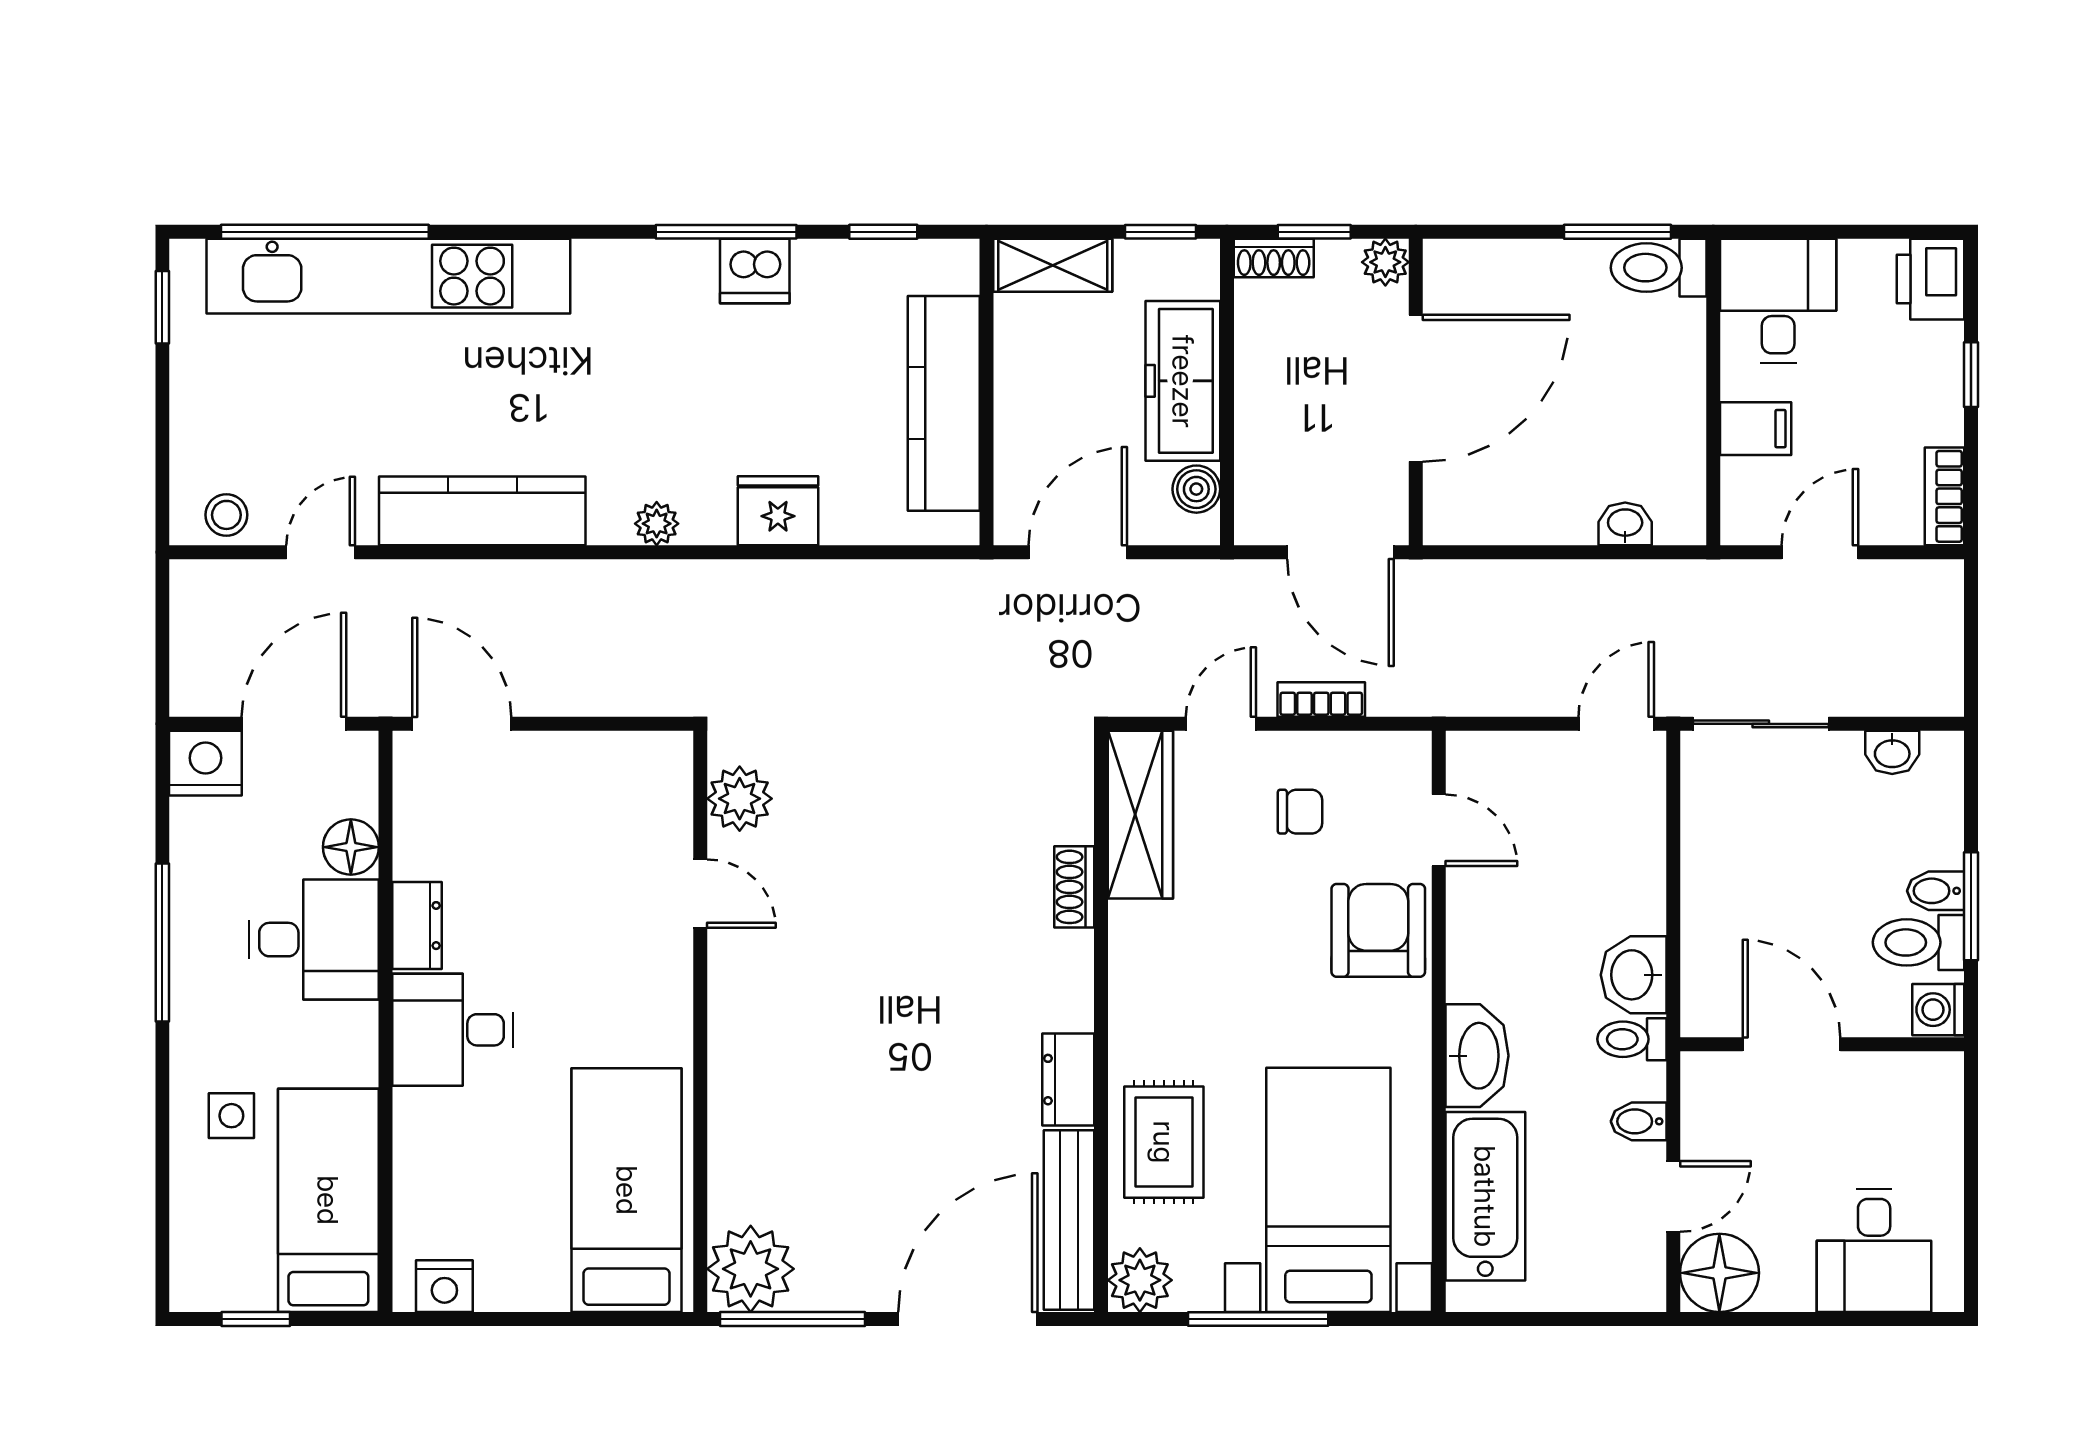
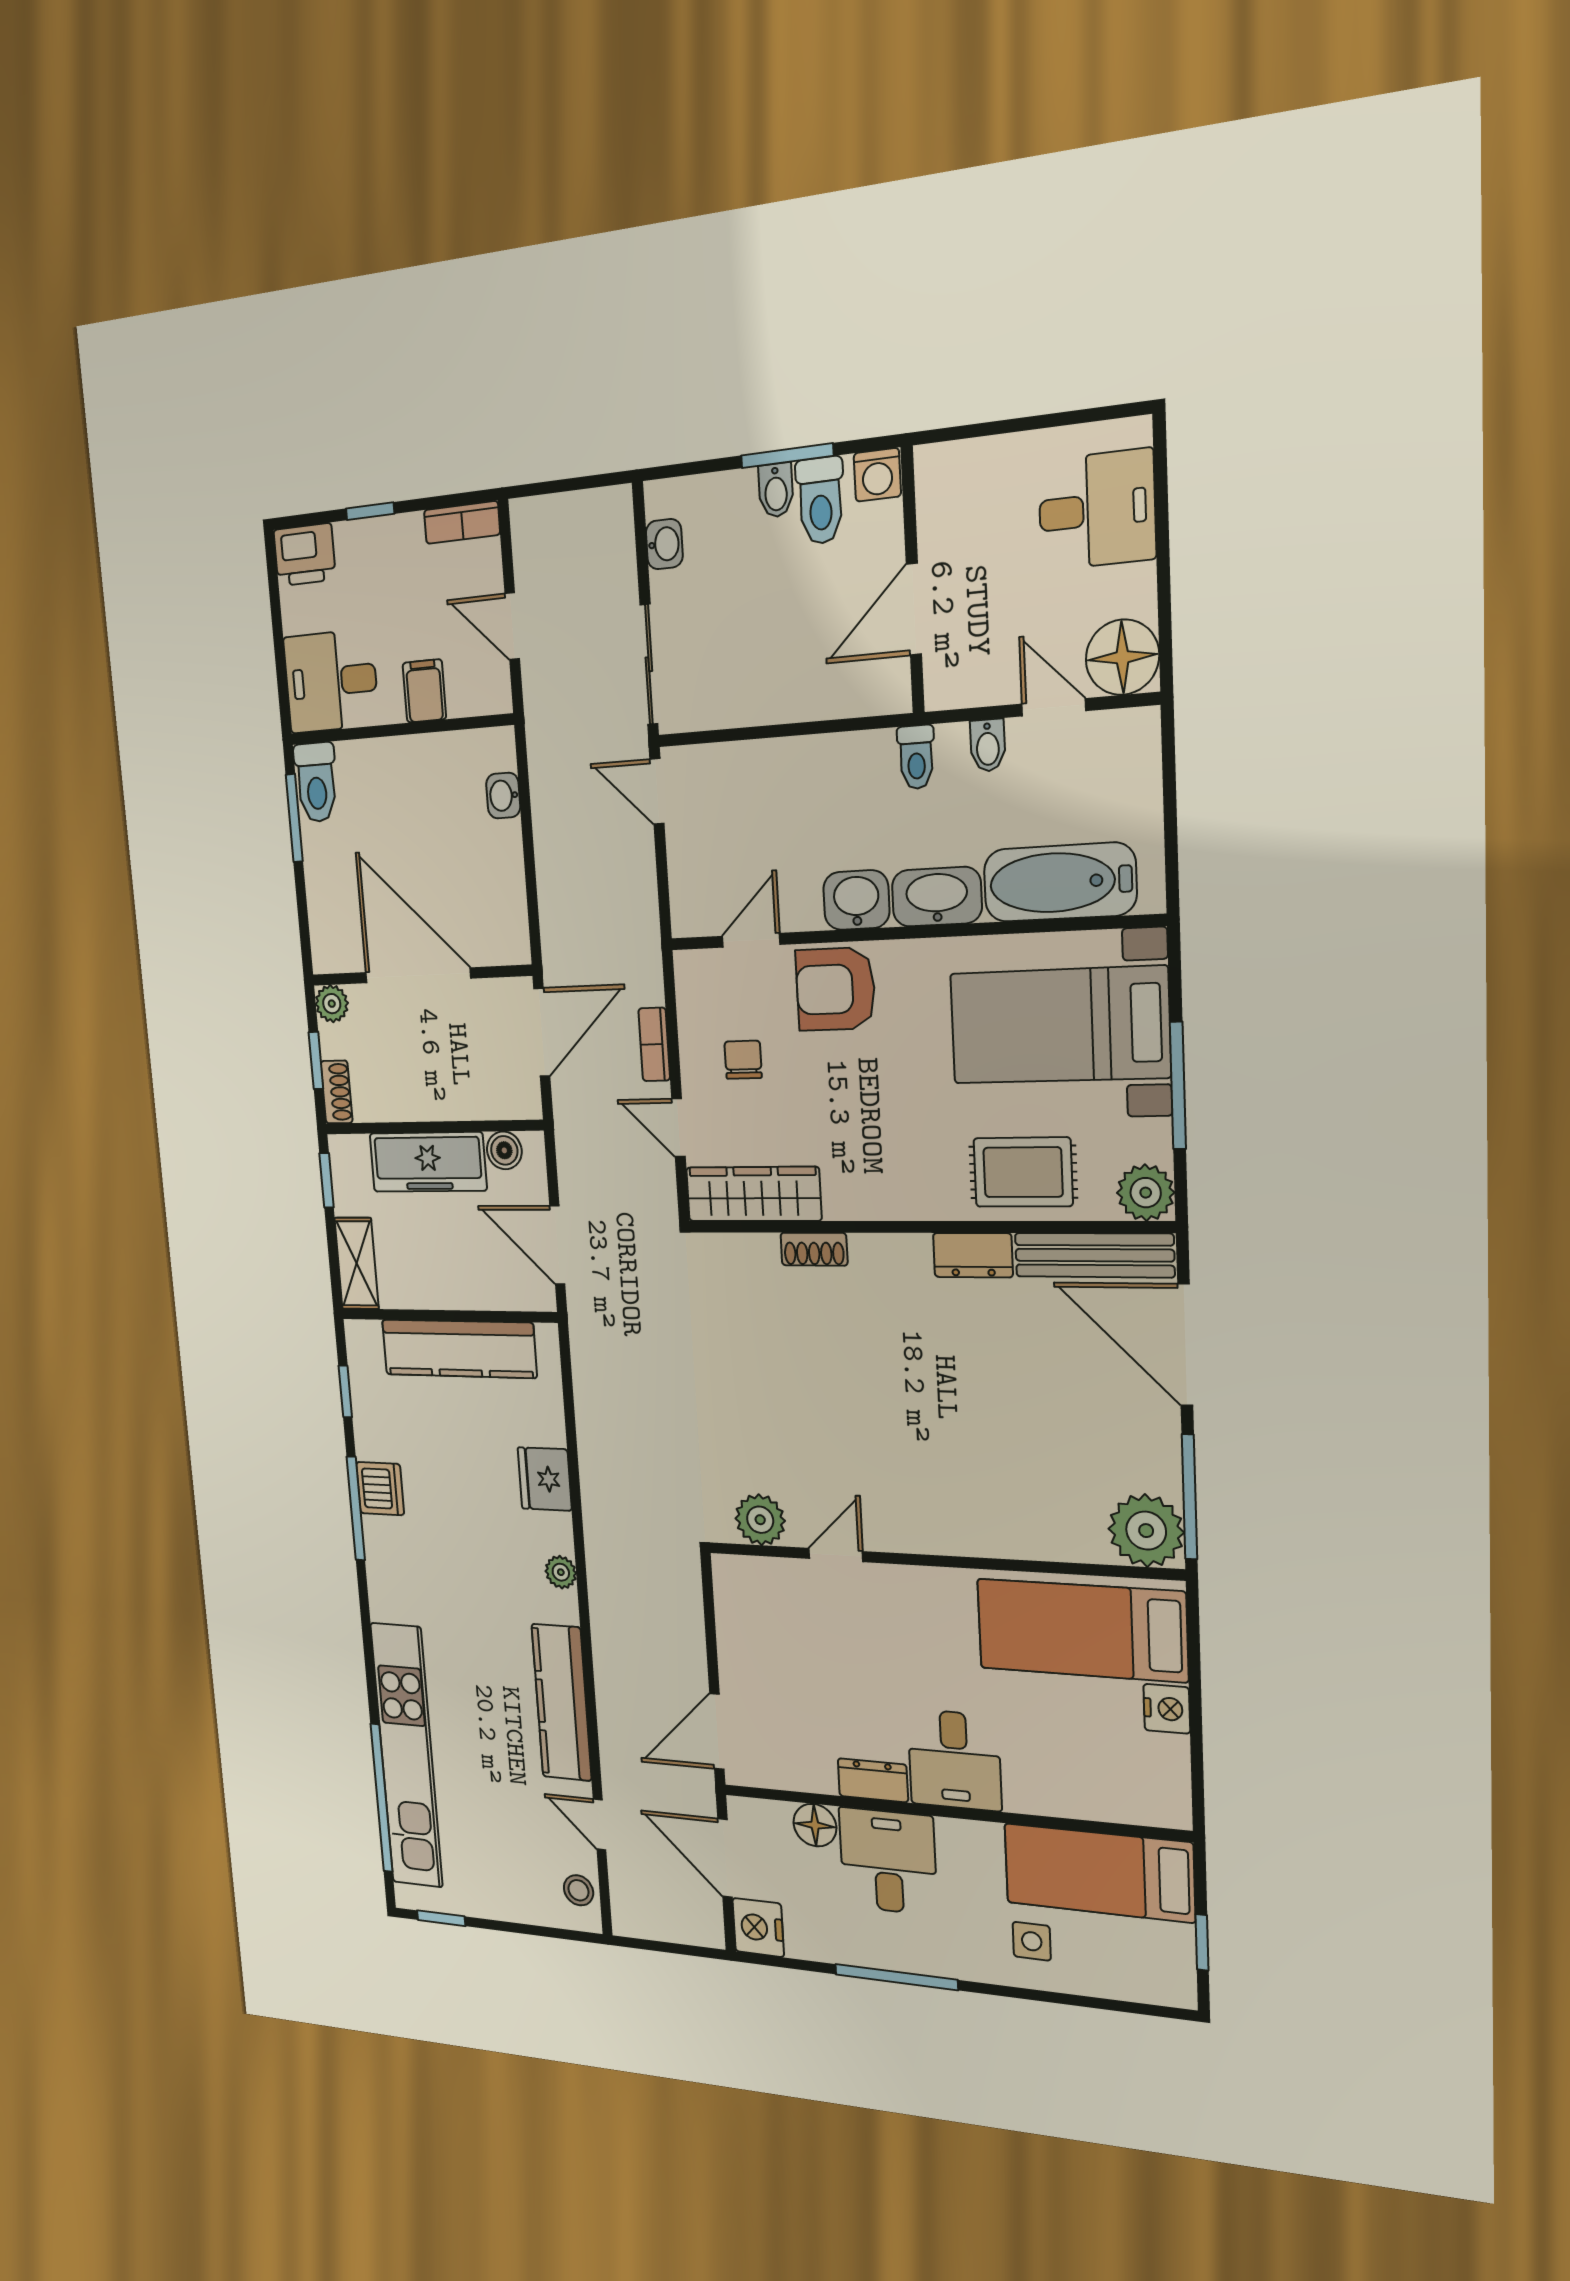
washbasin: (1634, 975) -> (856, 900), moved, turned 180
nightstand: (444, 1286) -> (1167, 1709), moved

